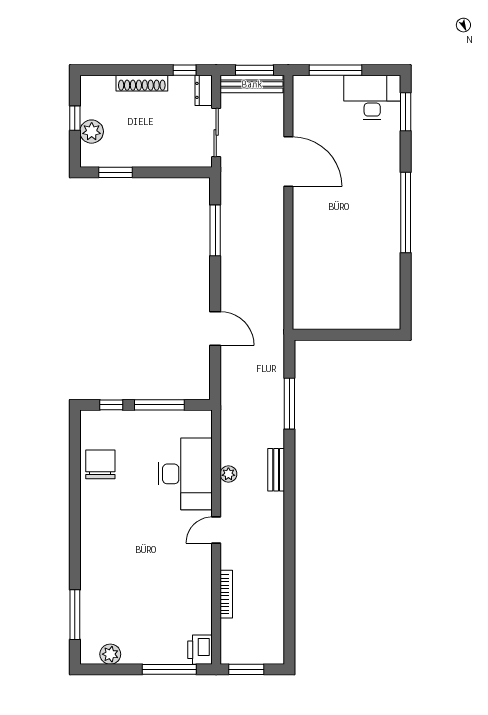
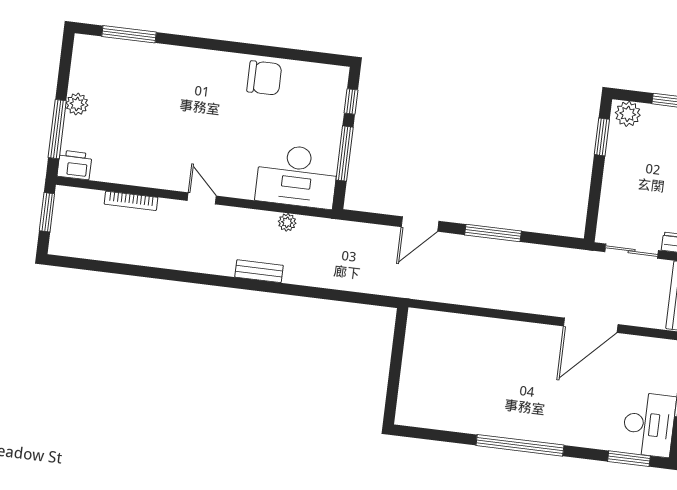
plant: (92, 132) -> (628, 114), moved
window: (215, 230) -> (493, 233), moved
window: (289, 404) -> (329, 294), removed
chair: (100, 464) -> (264, 78), moved
desk: (185, 474) -> (297, 176), moved
plant: (228, 474) -> (287, 222), moved
plant: (110, 654) -> (77, 104), moved

